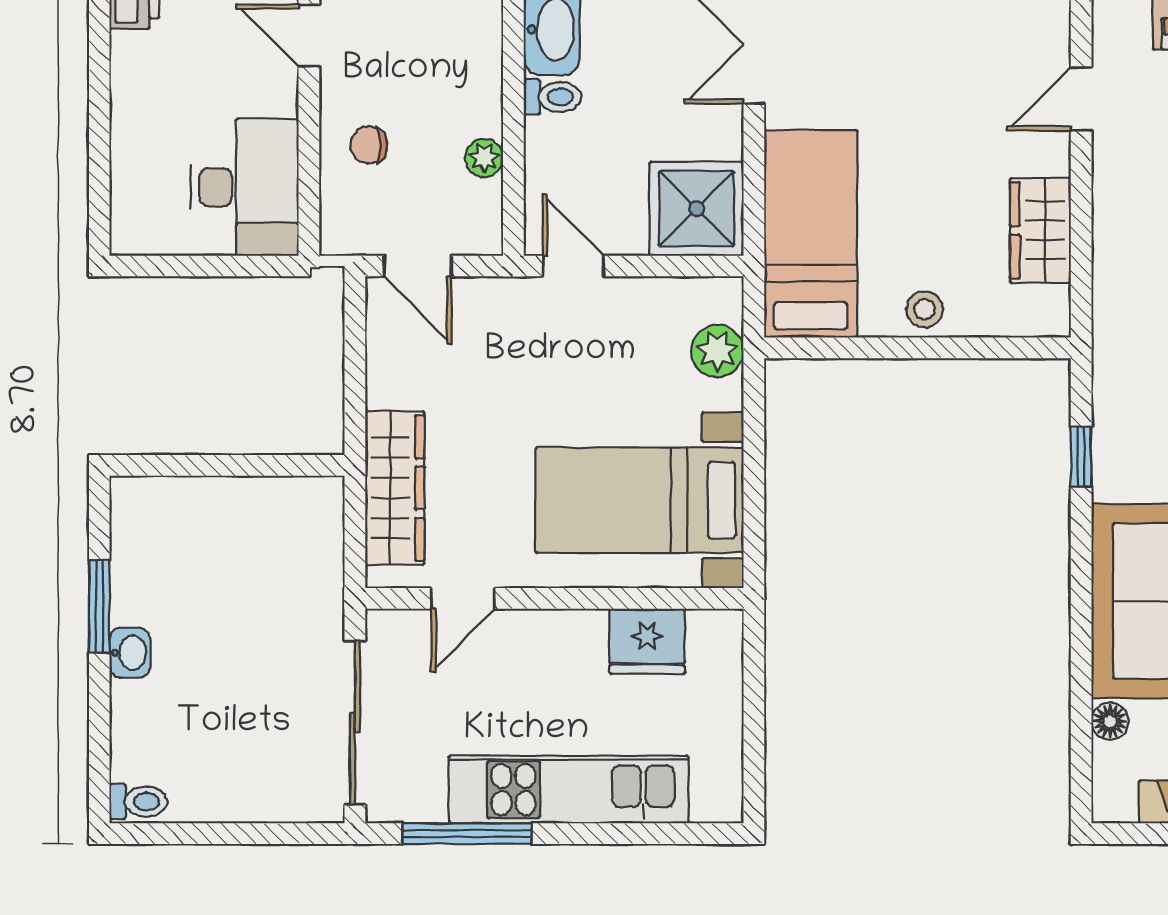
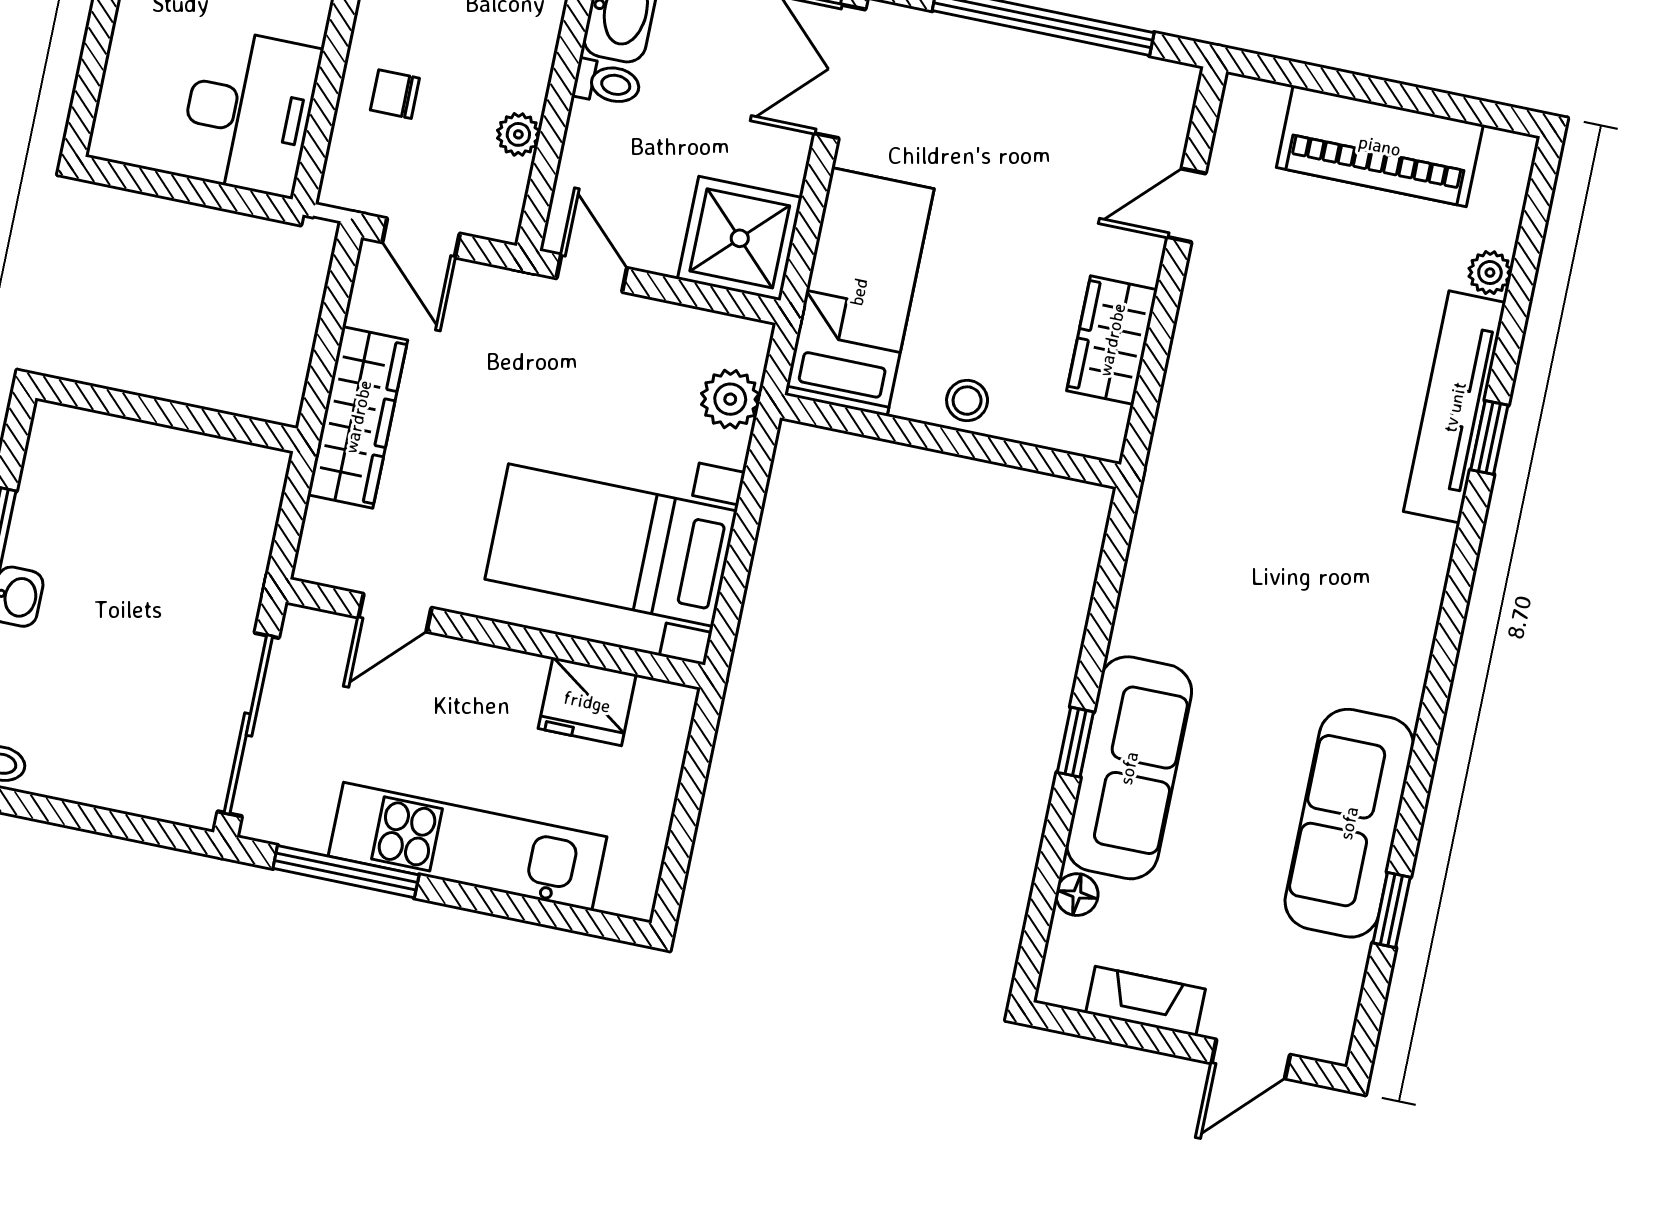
window: (1081, 457) -> (1075, 742), moved
wardrobe: (395, 488) -> (358, 417), moved

